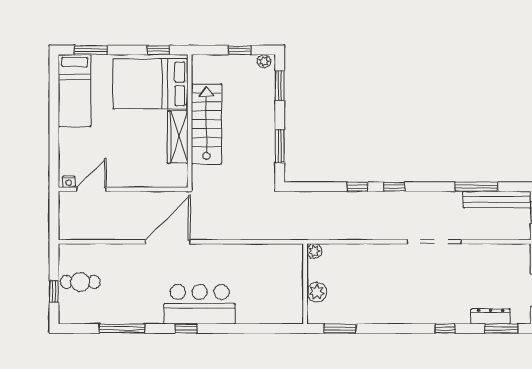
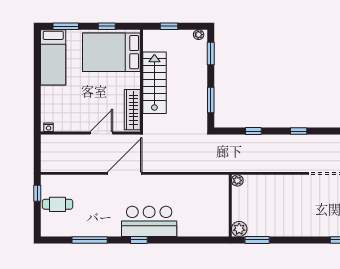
window: (158, 50) -> (107, 26), moved
window: (240, 50) -> (169, 26), moved
wardrobe: (178, 137) -> (132, 110), moved
window: (357, 187) -> (253, 131), moved
door: (91, 189) -> (101, 133), moved
window: (54, 291) -> (37, 193), moved
plant: (317, 292) -> (239, 229), moved

